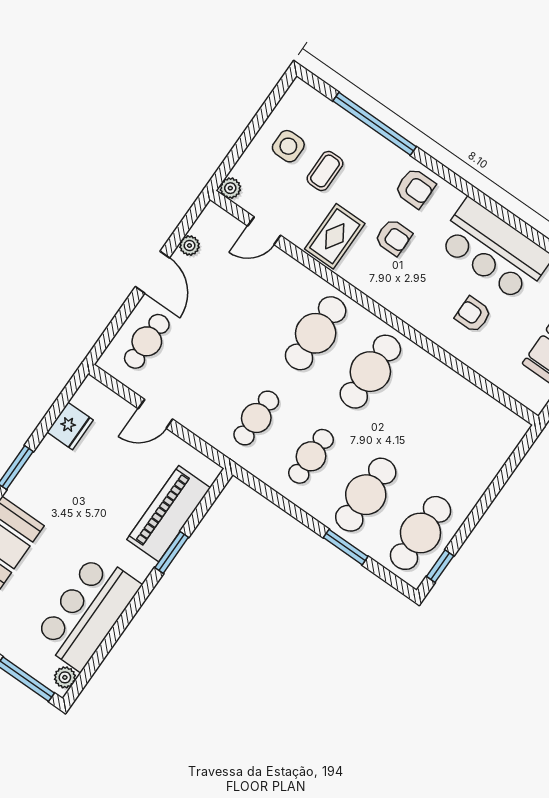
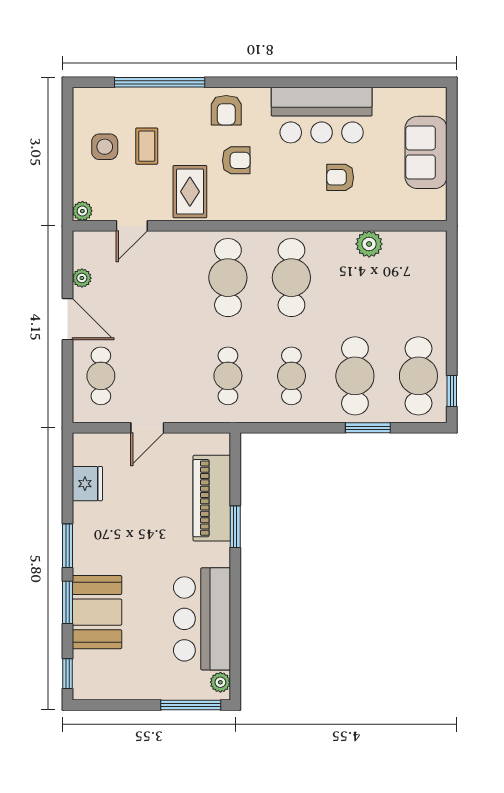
armchair: (415, 188) -> (226, 110), turned 90
plant: (457, 390) -> (369, 244), added

